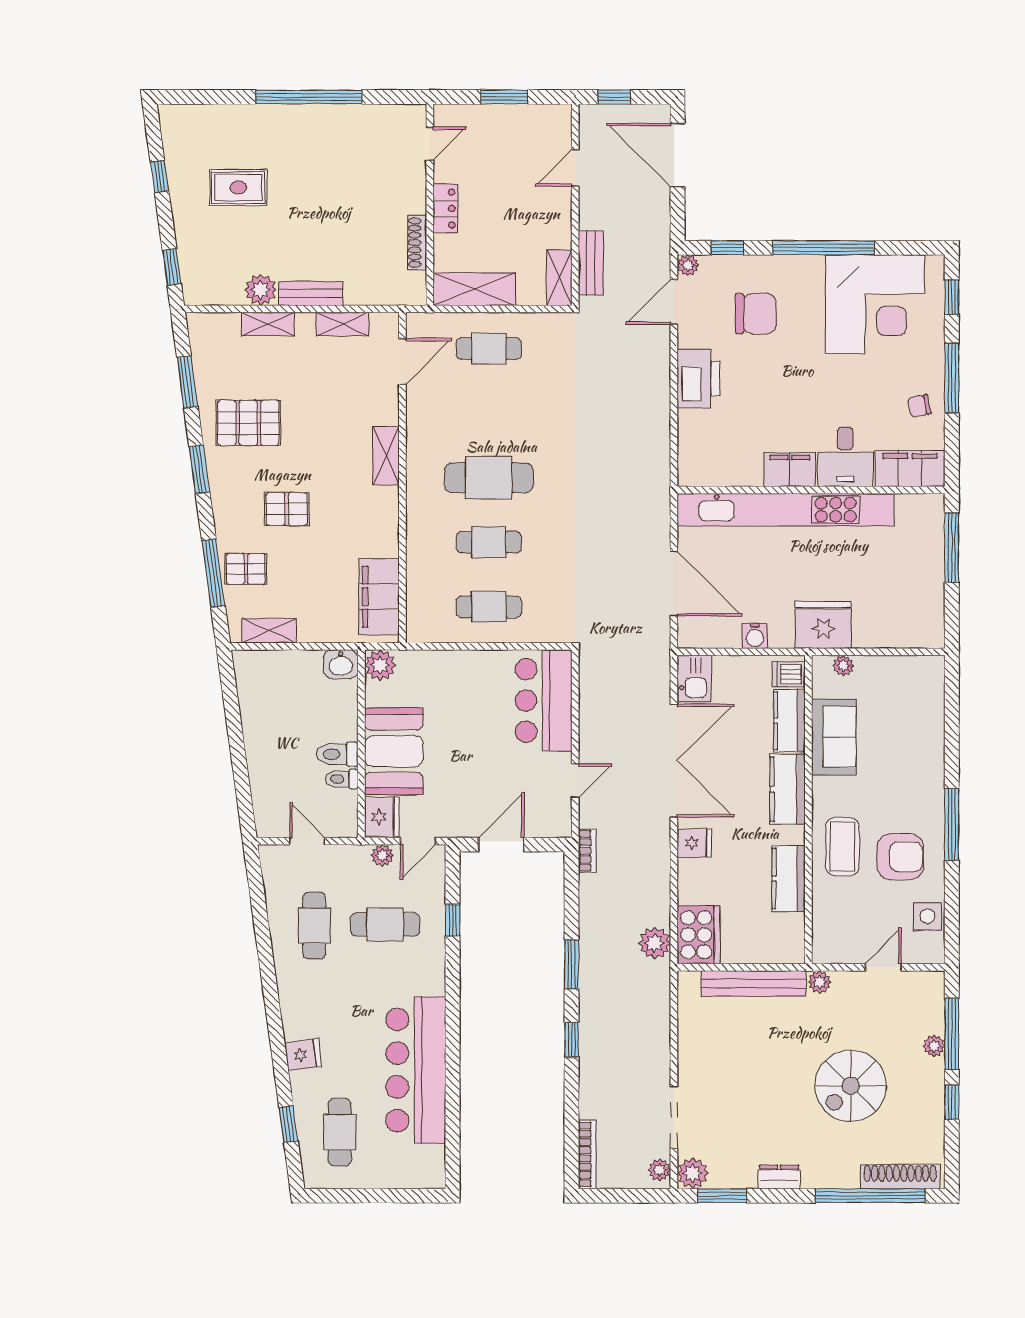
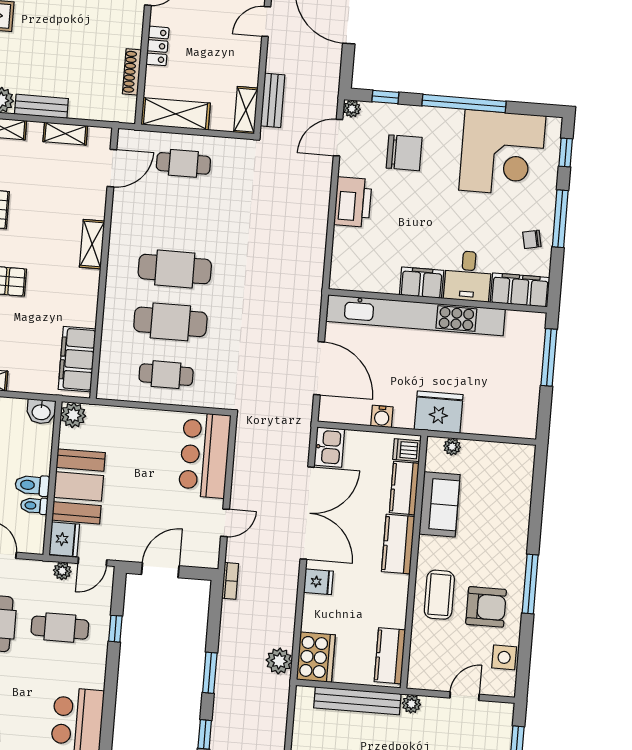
cafe table: (489, 542) -> (170, 322), width x1.37, depth x1.35
kitchen counter: (788, 878) -> (390, 656), moved

